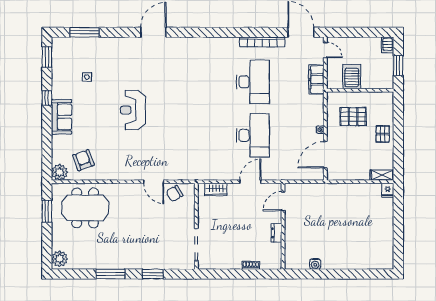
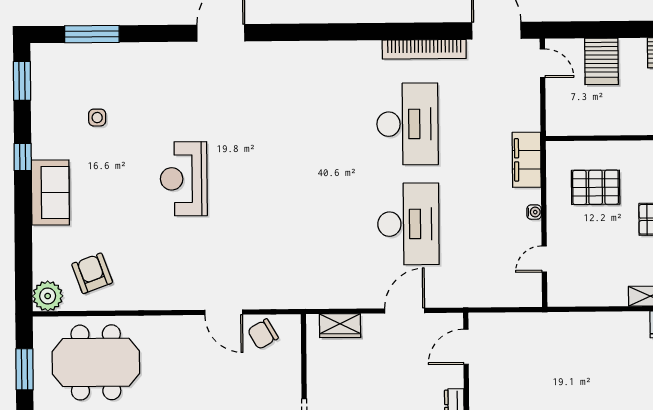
server rack: (352, 77) -> (601, 61), moved, turned 180
filing cabinet: (316, 80) -> (527, 160), moved
door: (325, 155) -> (544, 259), width x0.53

